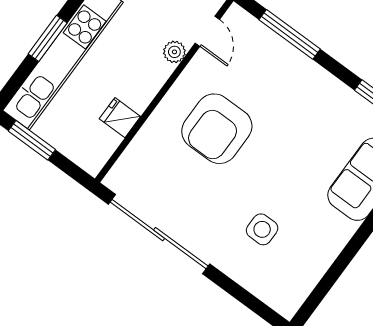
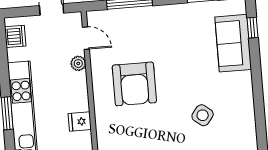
side table: (262, 229) -> (203, 115), turned 38

